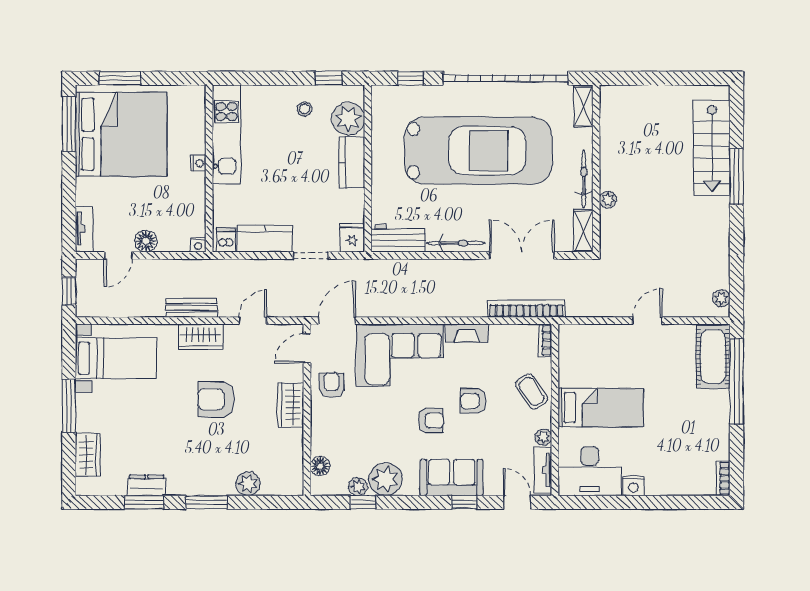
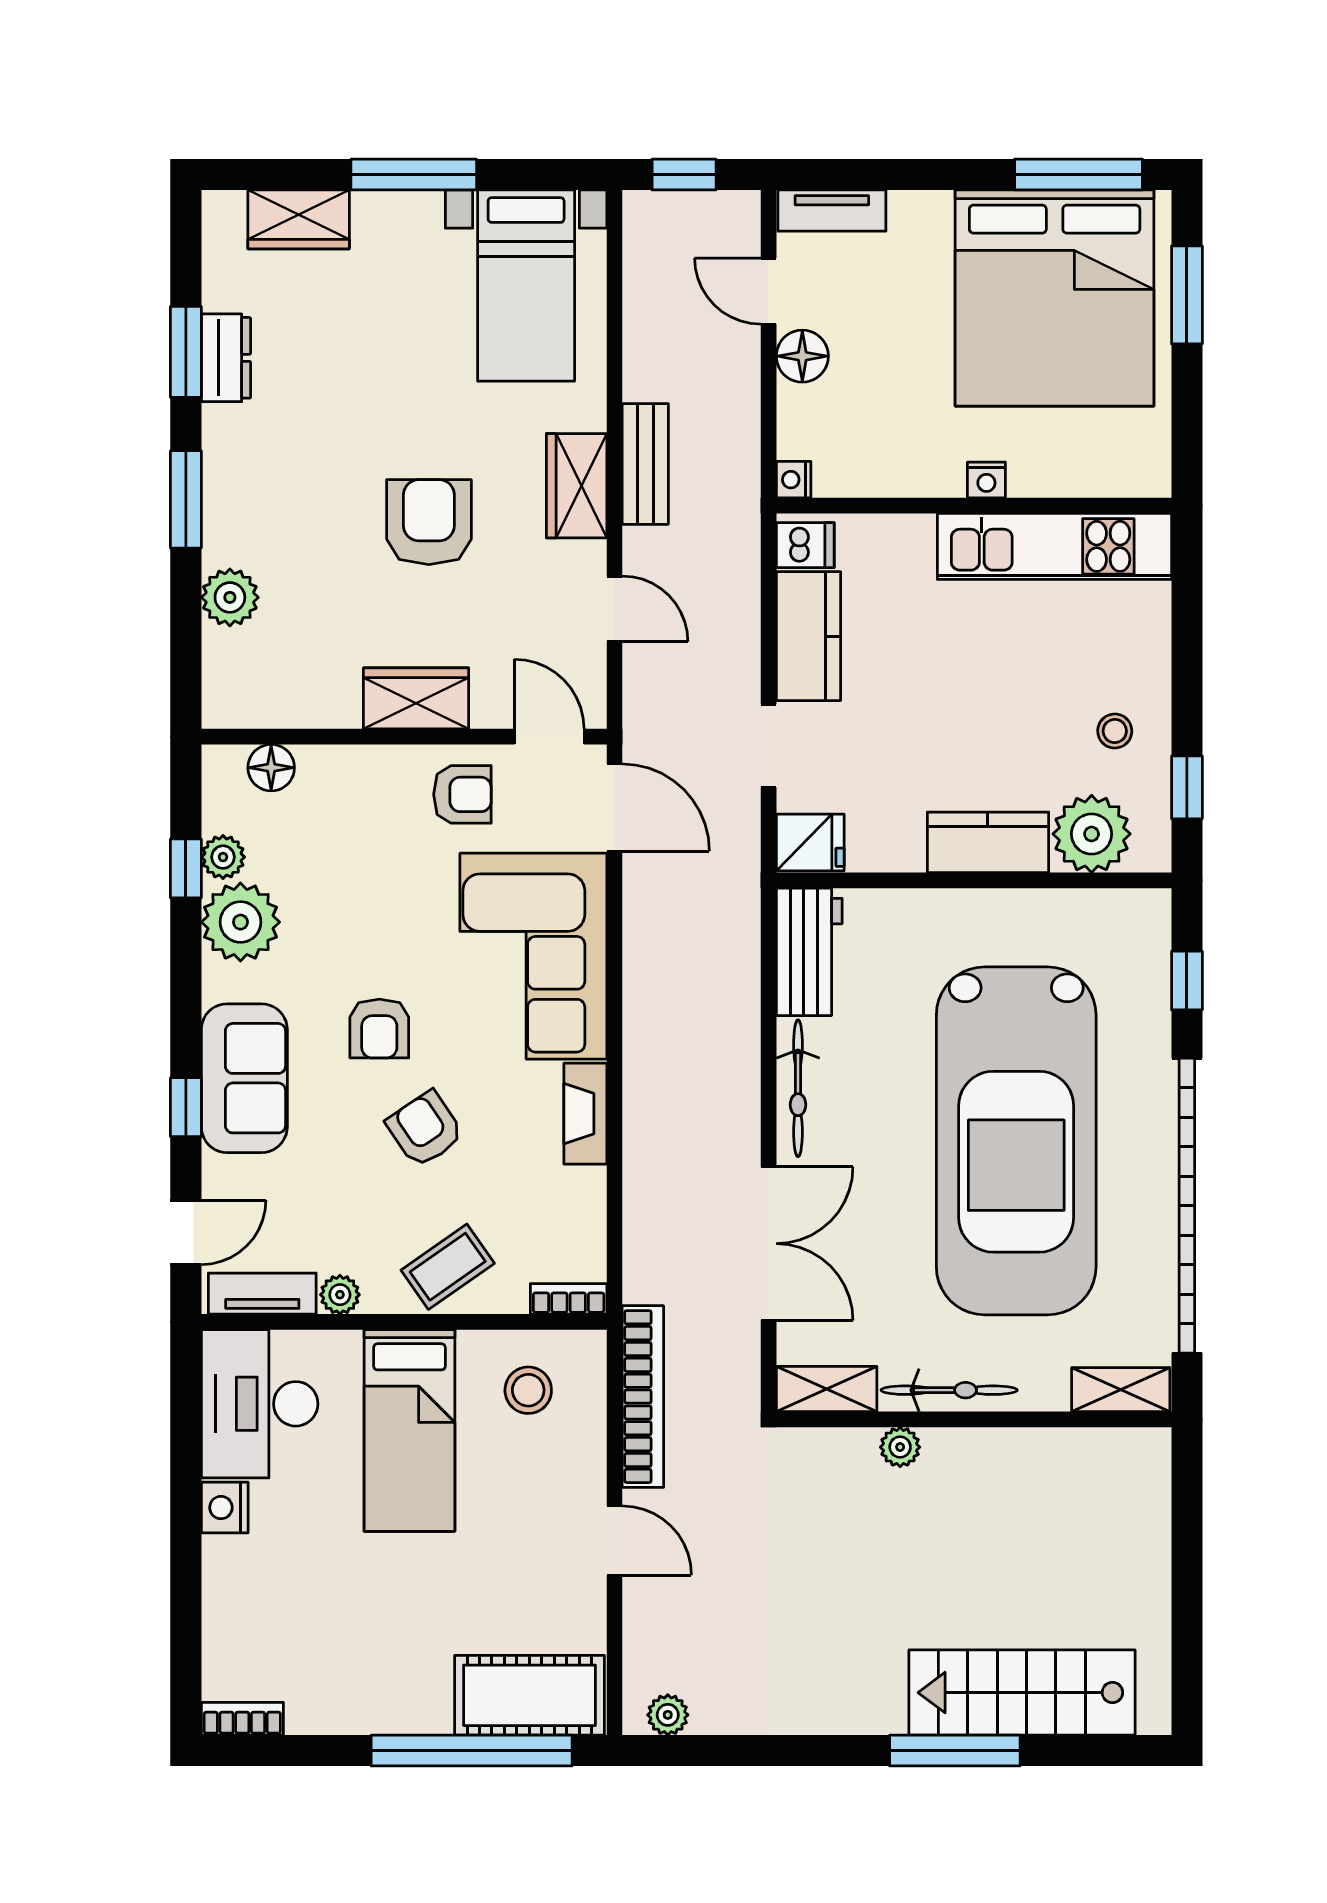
bookcase: (526, 309) -> (643, 1397), moved
stool: (584, 357) -> (528, 1390), added
armchair: (473, 401) -> (425, 1129), turned -34

